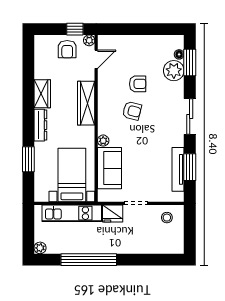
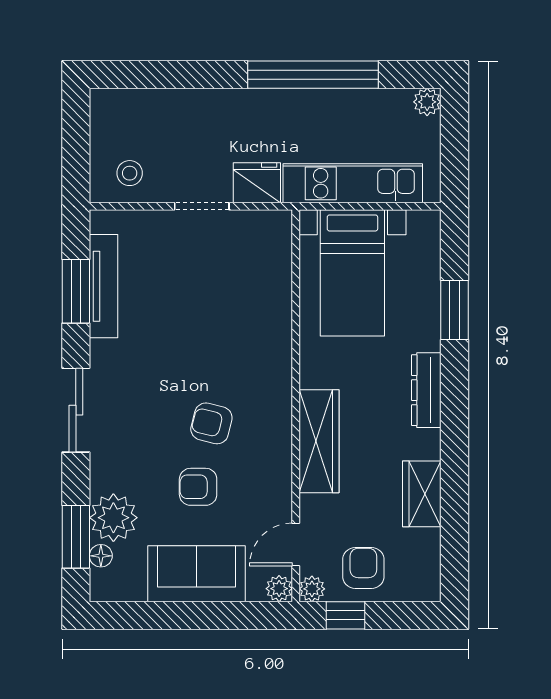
wardrobe: (42, 94) -> (422, 494), moved
plant: (103, 141) -> (279, 589), moved
sofa: (110, 168) -> (196, 574), moved, turned 90

